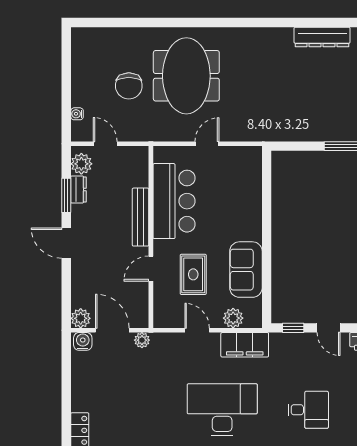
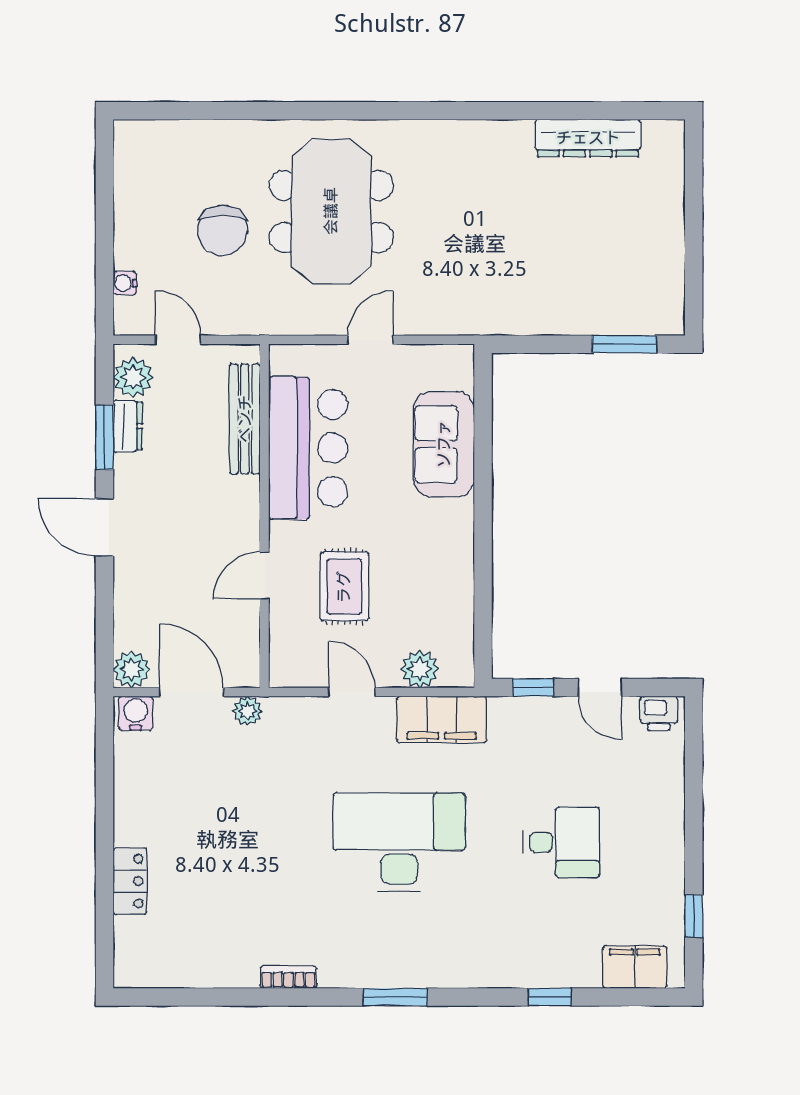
bench: (141, 217) -> (245, 419), moved
sofa: (246, 270) -> (444, 444), moved

